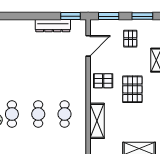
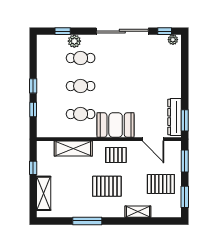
dresser: (53, 26) -> (175, 117), moved
pallet: (130, 39) -> (161, 184), width x1.50, depth x1.42
booth: (75, 81) -> (116, 125), added
pallet: (103, 81) -> (116, 155), turned 90

